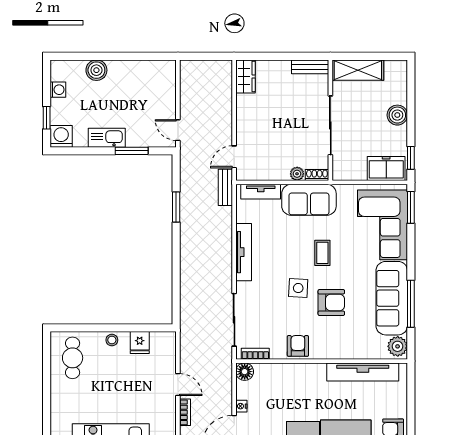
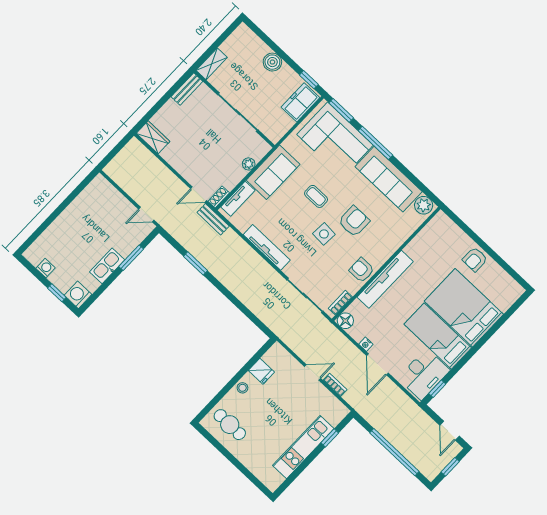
boiler: (96, 70) -> (57, 231), removed
shelving: (358, 70) -> (212, 64), width x0.67, depth x0.75
door: (234, 157) -> (199, 195), hinge flipped
shoe rack: (317, 175) -> (219, 197), moved
window: (411, 304) -> (375, 143), moved
tv unit: (363, 372) -> (385, 279), moved

